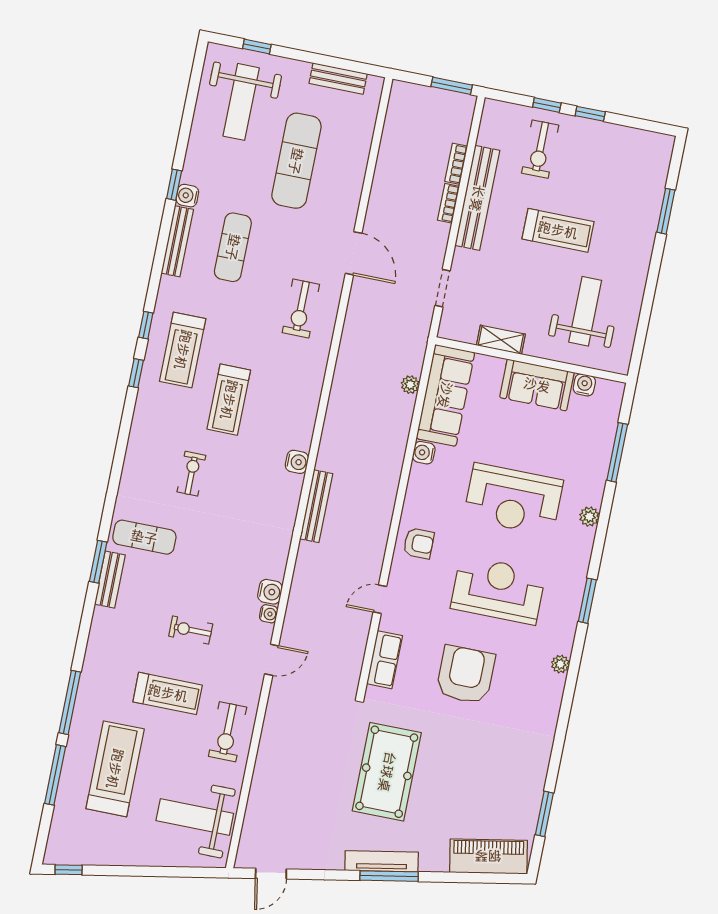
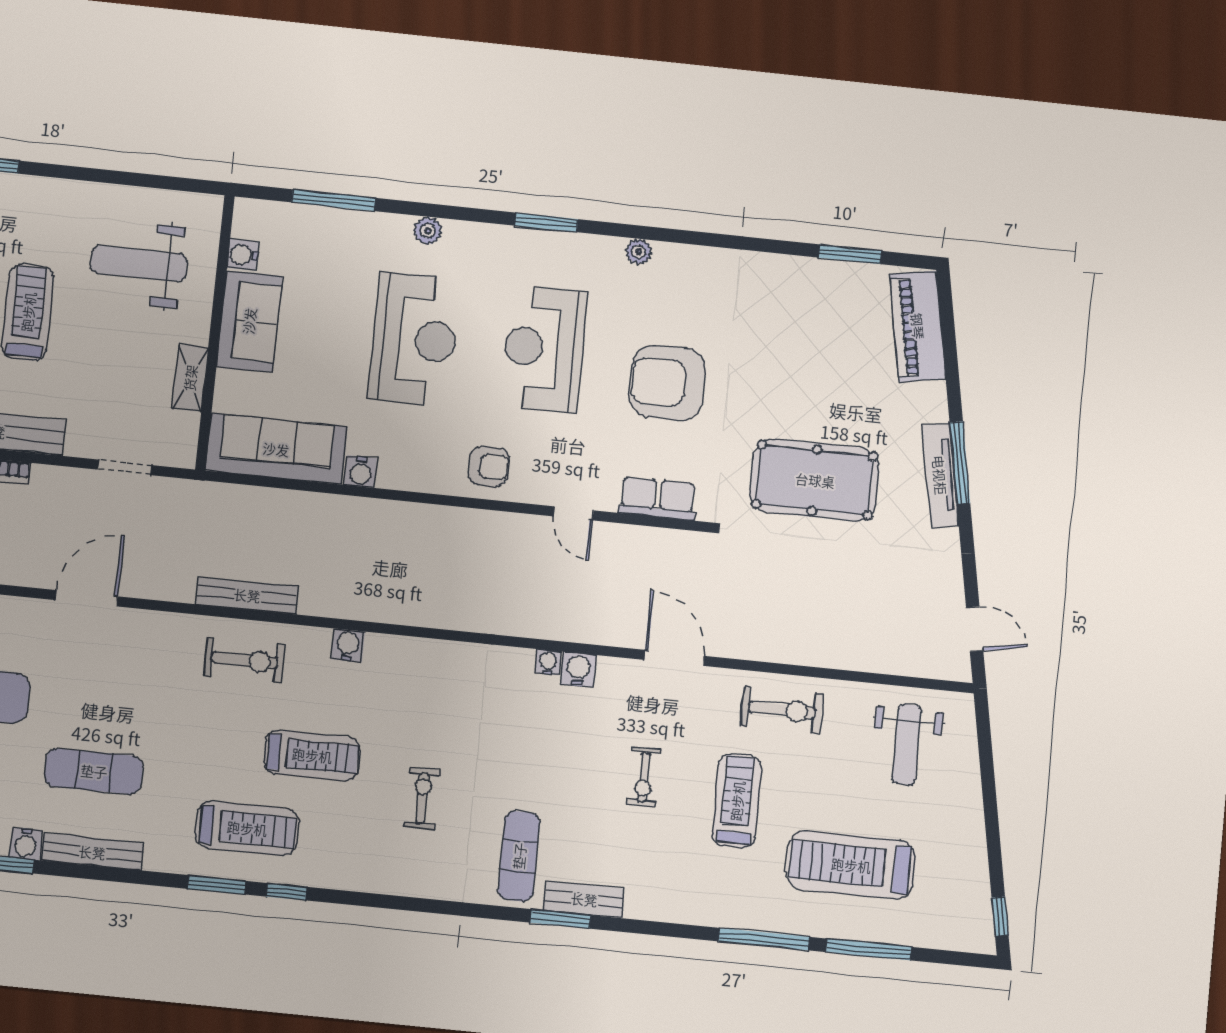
exercise bike: (301, 309) -> (245, 660), moved
window: (146, 325) -> (217, 885), width x1.50
plant: (410, 385) -> (266, 500), removed
water cooler: (297, 462) -> (348, 645), moved
exercise bike: (191, 474) -> (422, 798), turned 90
bench: (316, 506) -> (247, 595), moved
armchair: (419, 543) -> (489, 466), turned 90
water cooler: (269, 614) -> (548, 662), moved
door: (272, 660) -> (674, 658), width x1.38
weight bench: (195, 817) -> (907, 745), width x0.73, depth x0.75

